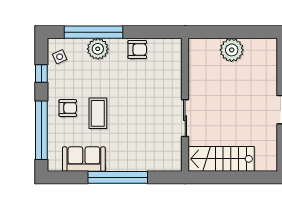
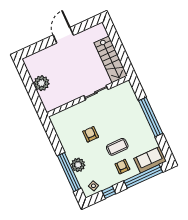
armchair: (137, 50) -> (91, 134), moved
sofa: (84, 159) -> (150, 160), moved, turned 90

